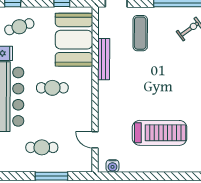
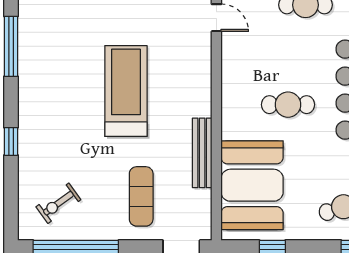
treadmill: (160, 133) -> (126, 91), moved, turned 90

